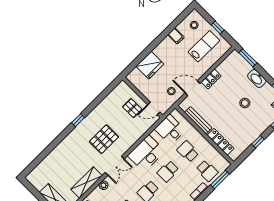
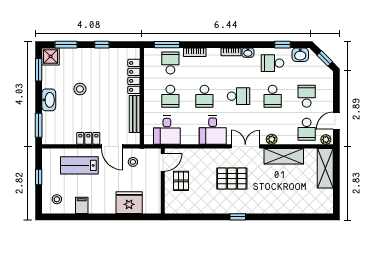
lab bench: (204, 46) -> (79, 165), moved
door: (154, 108) -> (163, 162), hinge flipped
desk: (146, 153) -> (213, 130), width x0.73
school desk: (168, 171) -> (204, 96), turned 90

